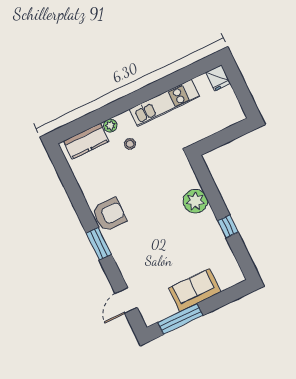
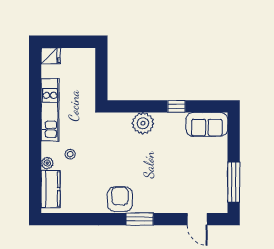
sofa: (195, 290) -> (207, 124), moved, turned -90

